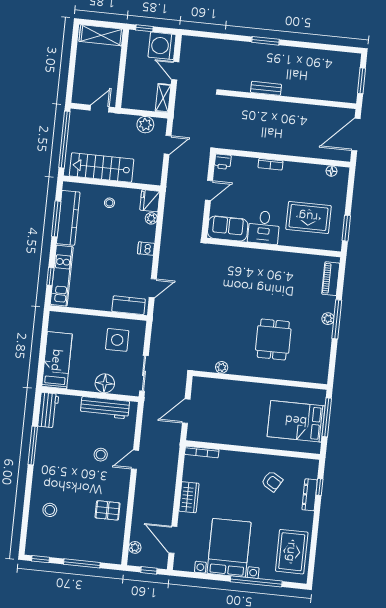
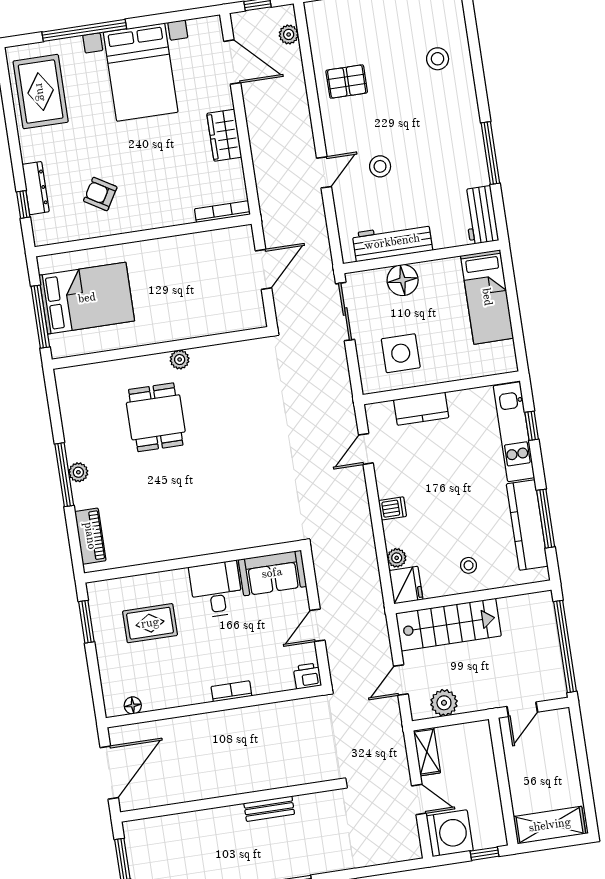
stairs: (102, 168) -> (448, 625), moved
rug: (308, 217) -> (150, 623), width x0.73, depth x0.70
kitchen counter: (129, 305) -> (421, 409), moved
plant: (222, 367) -> (180, 360), moved

